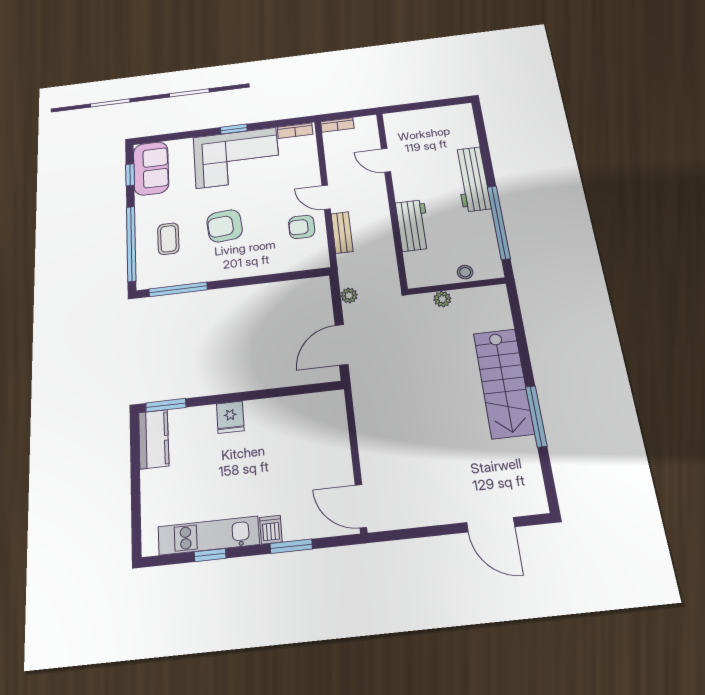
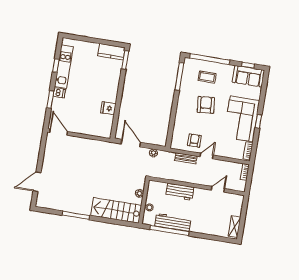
shelving: (449, 114) -> (234, 227), added
workbench: (472, 179) -> (173, 222), moved
stairs: (503, 383) -> (116, 210), moved
fridge: (230, 417) -> (108, 108), moved
door: (361, 506) -> (59, 132), hinge flipped

